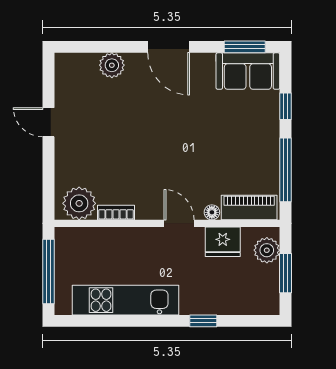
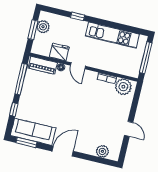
door: (169, 47) -> (63, 151), hinge flipped
plant: (112, 65) -> (102, 151), moved
sofa: (248, 71) -> (33, 132), width x1.36
plant: (267, 250) -> (43, 27), moved

